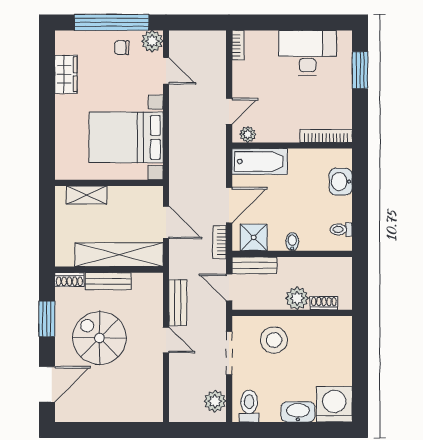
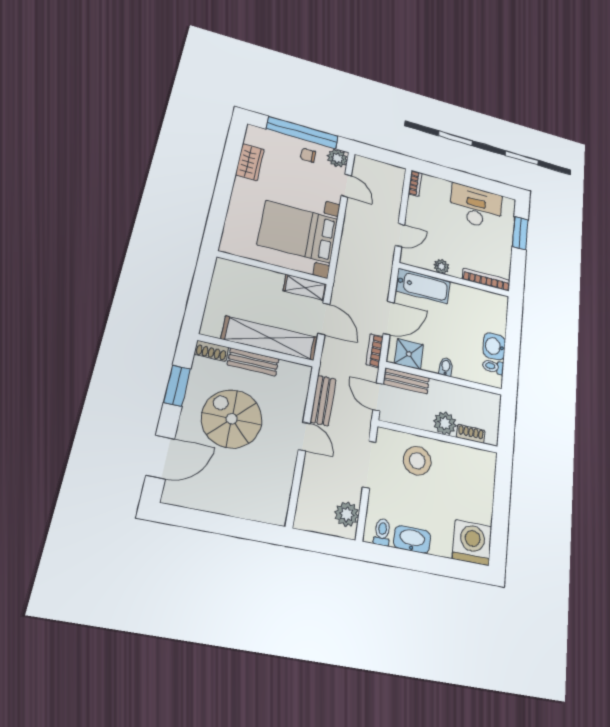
plant: (248, 134) -> (441, 267), moved
washbasin: (341, 182) -> (494, 346), moved
shelving: (87, 195) -> (305, 287), moved
toilet: (249, 406) -> (382, 532), width x0.73, depth x0.72
washbasin: (298, 412) -> (412, 539), moved

